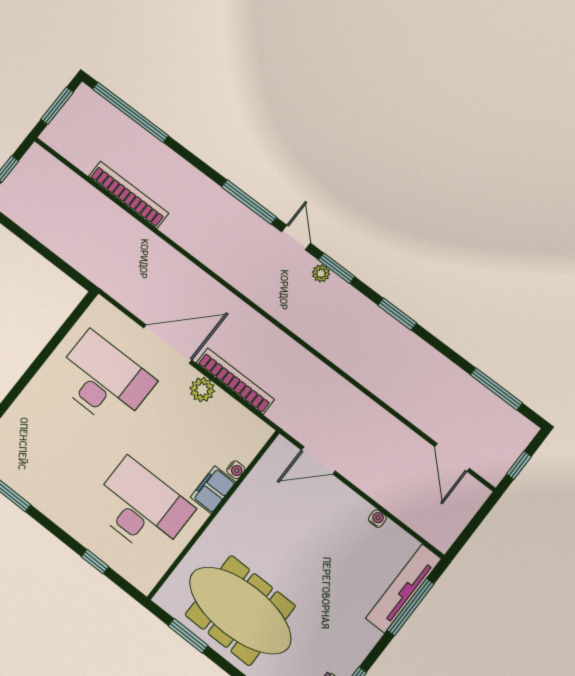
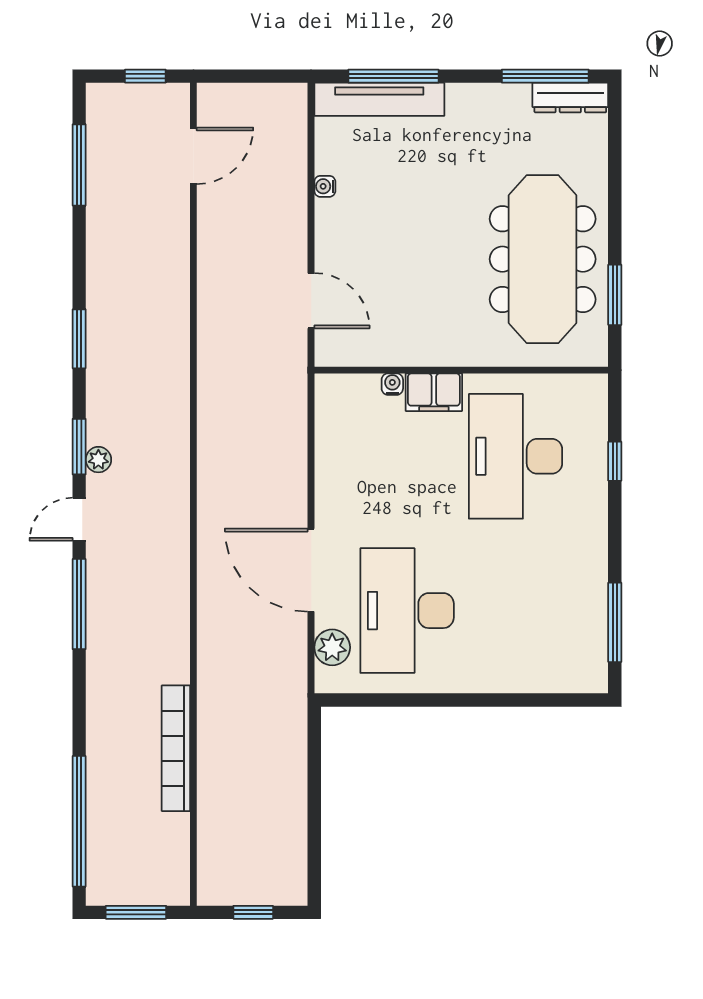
bookcase: (235, 381) -> (294, 461), removed
plant: (202, 390) -> (332, 647), moved

